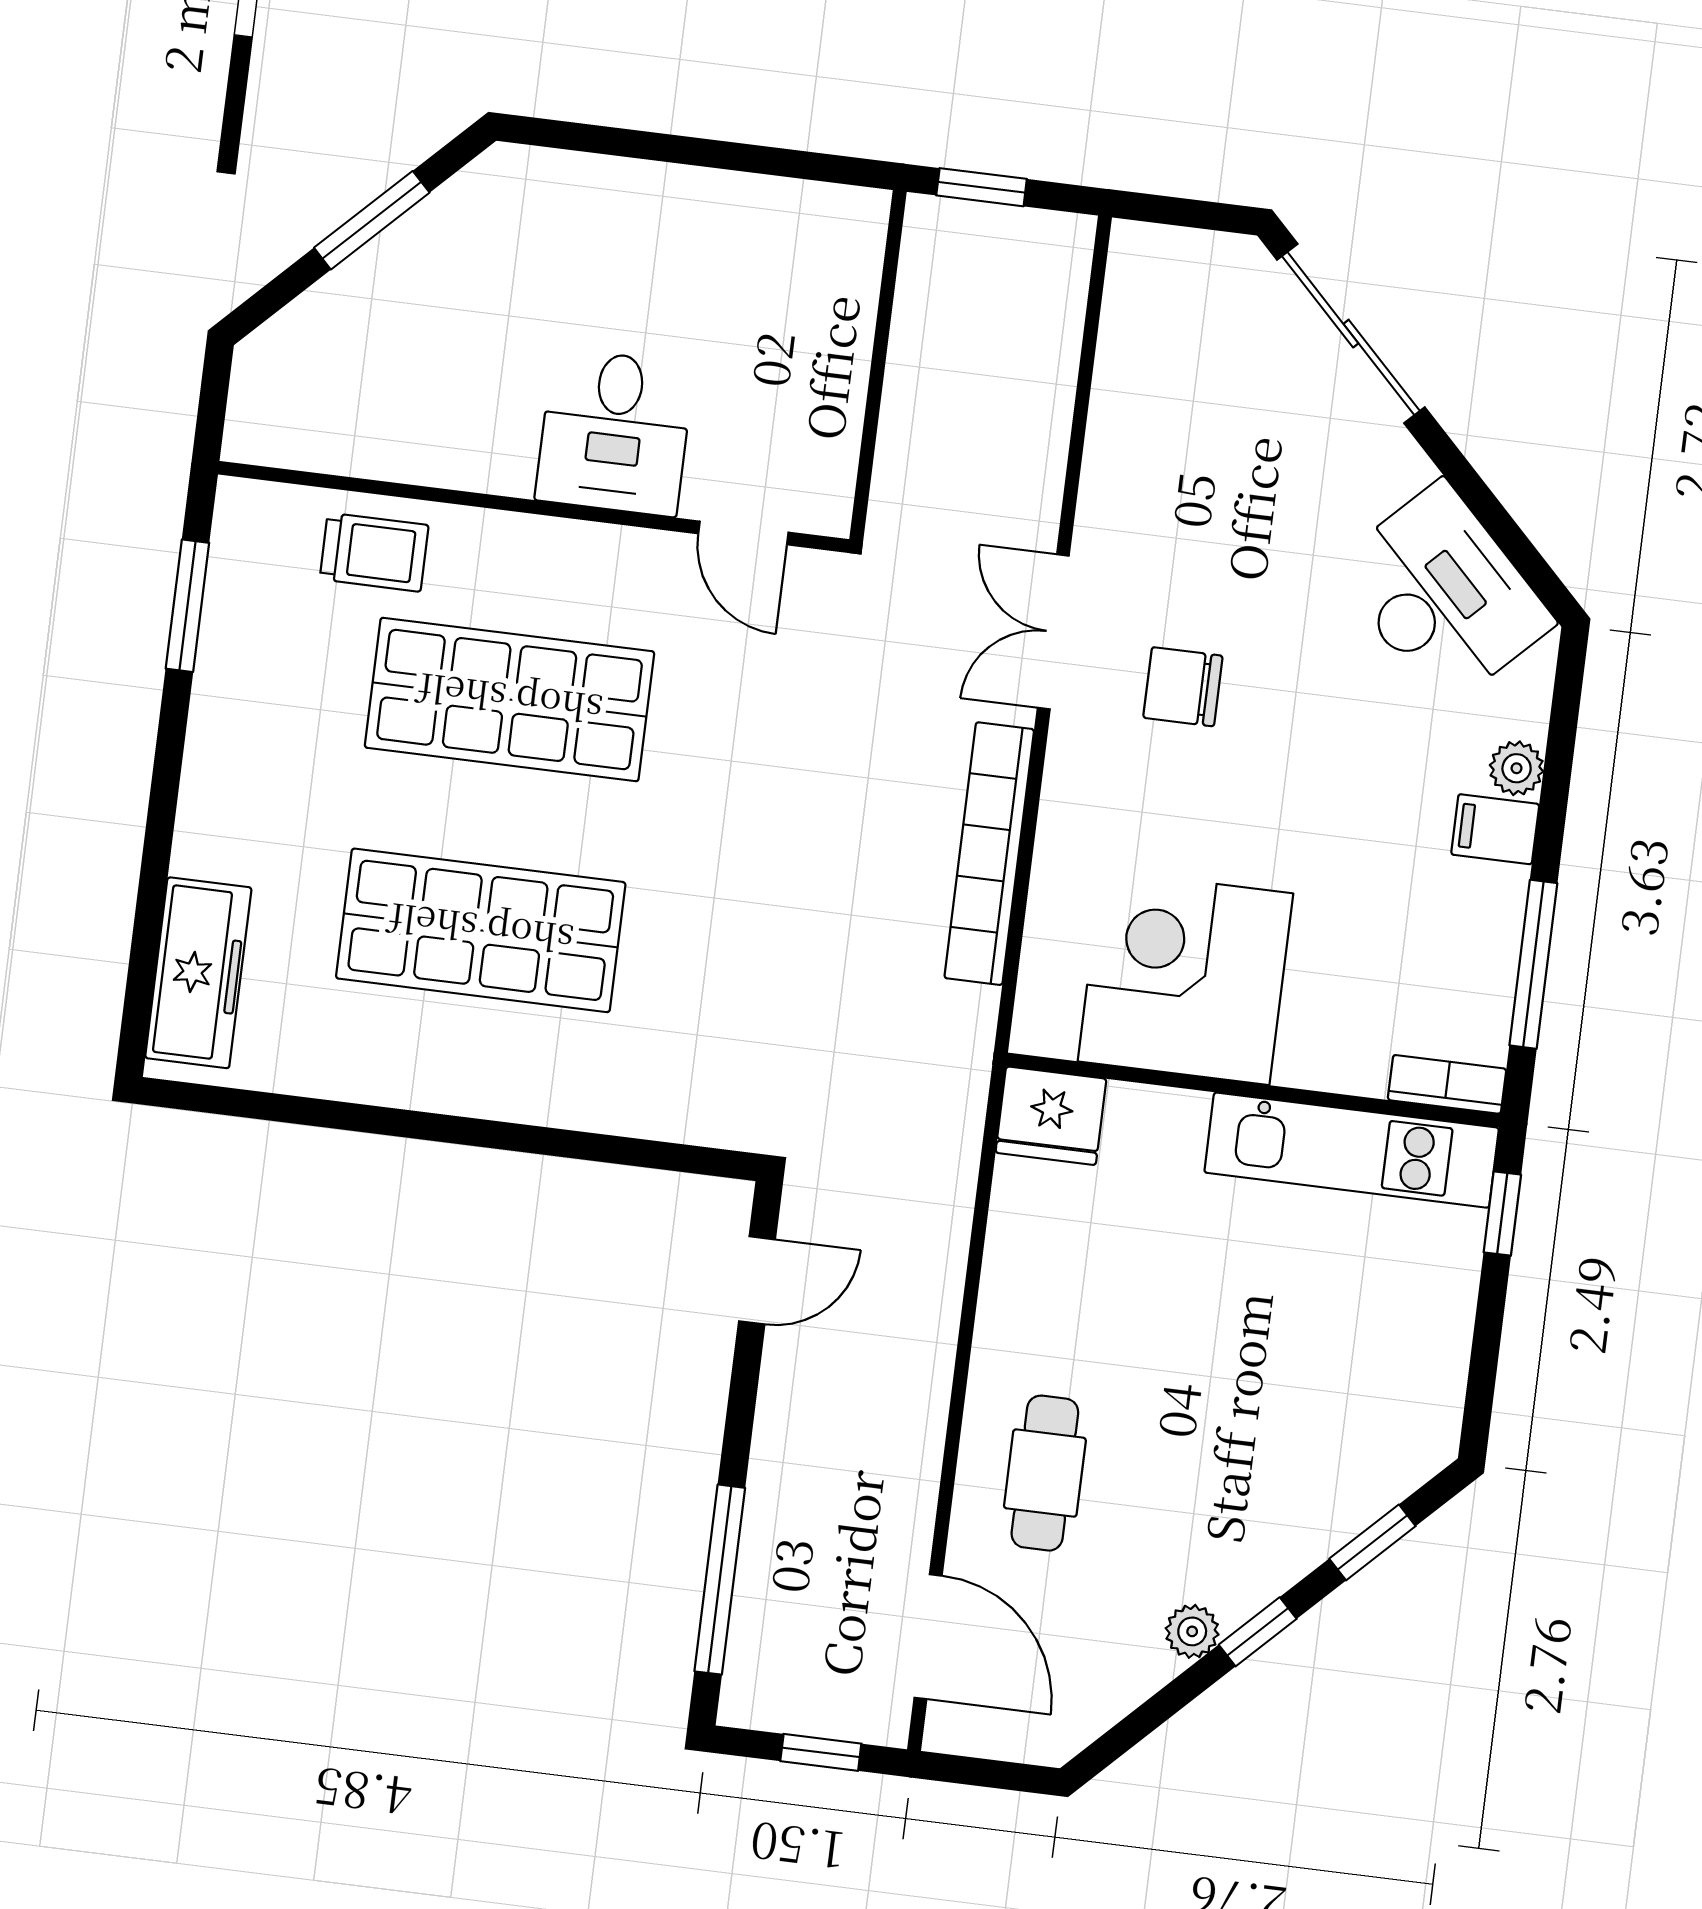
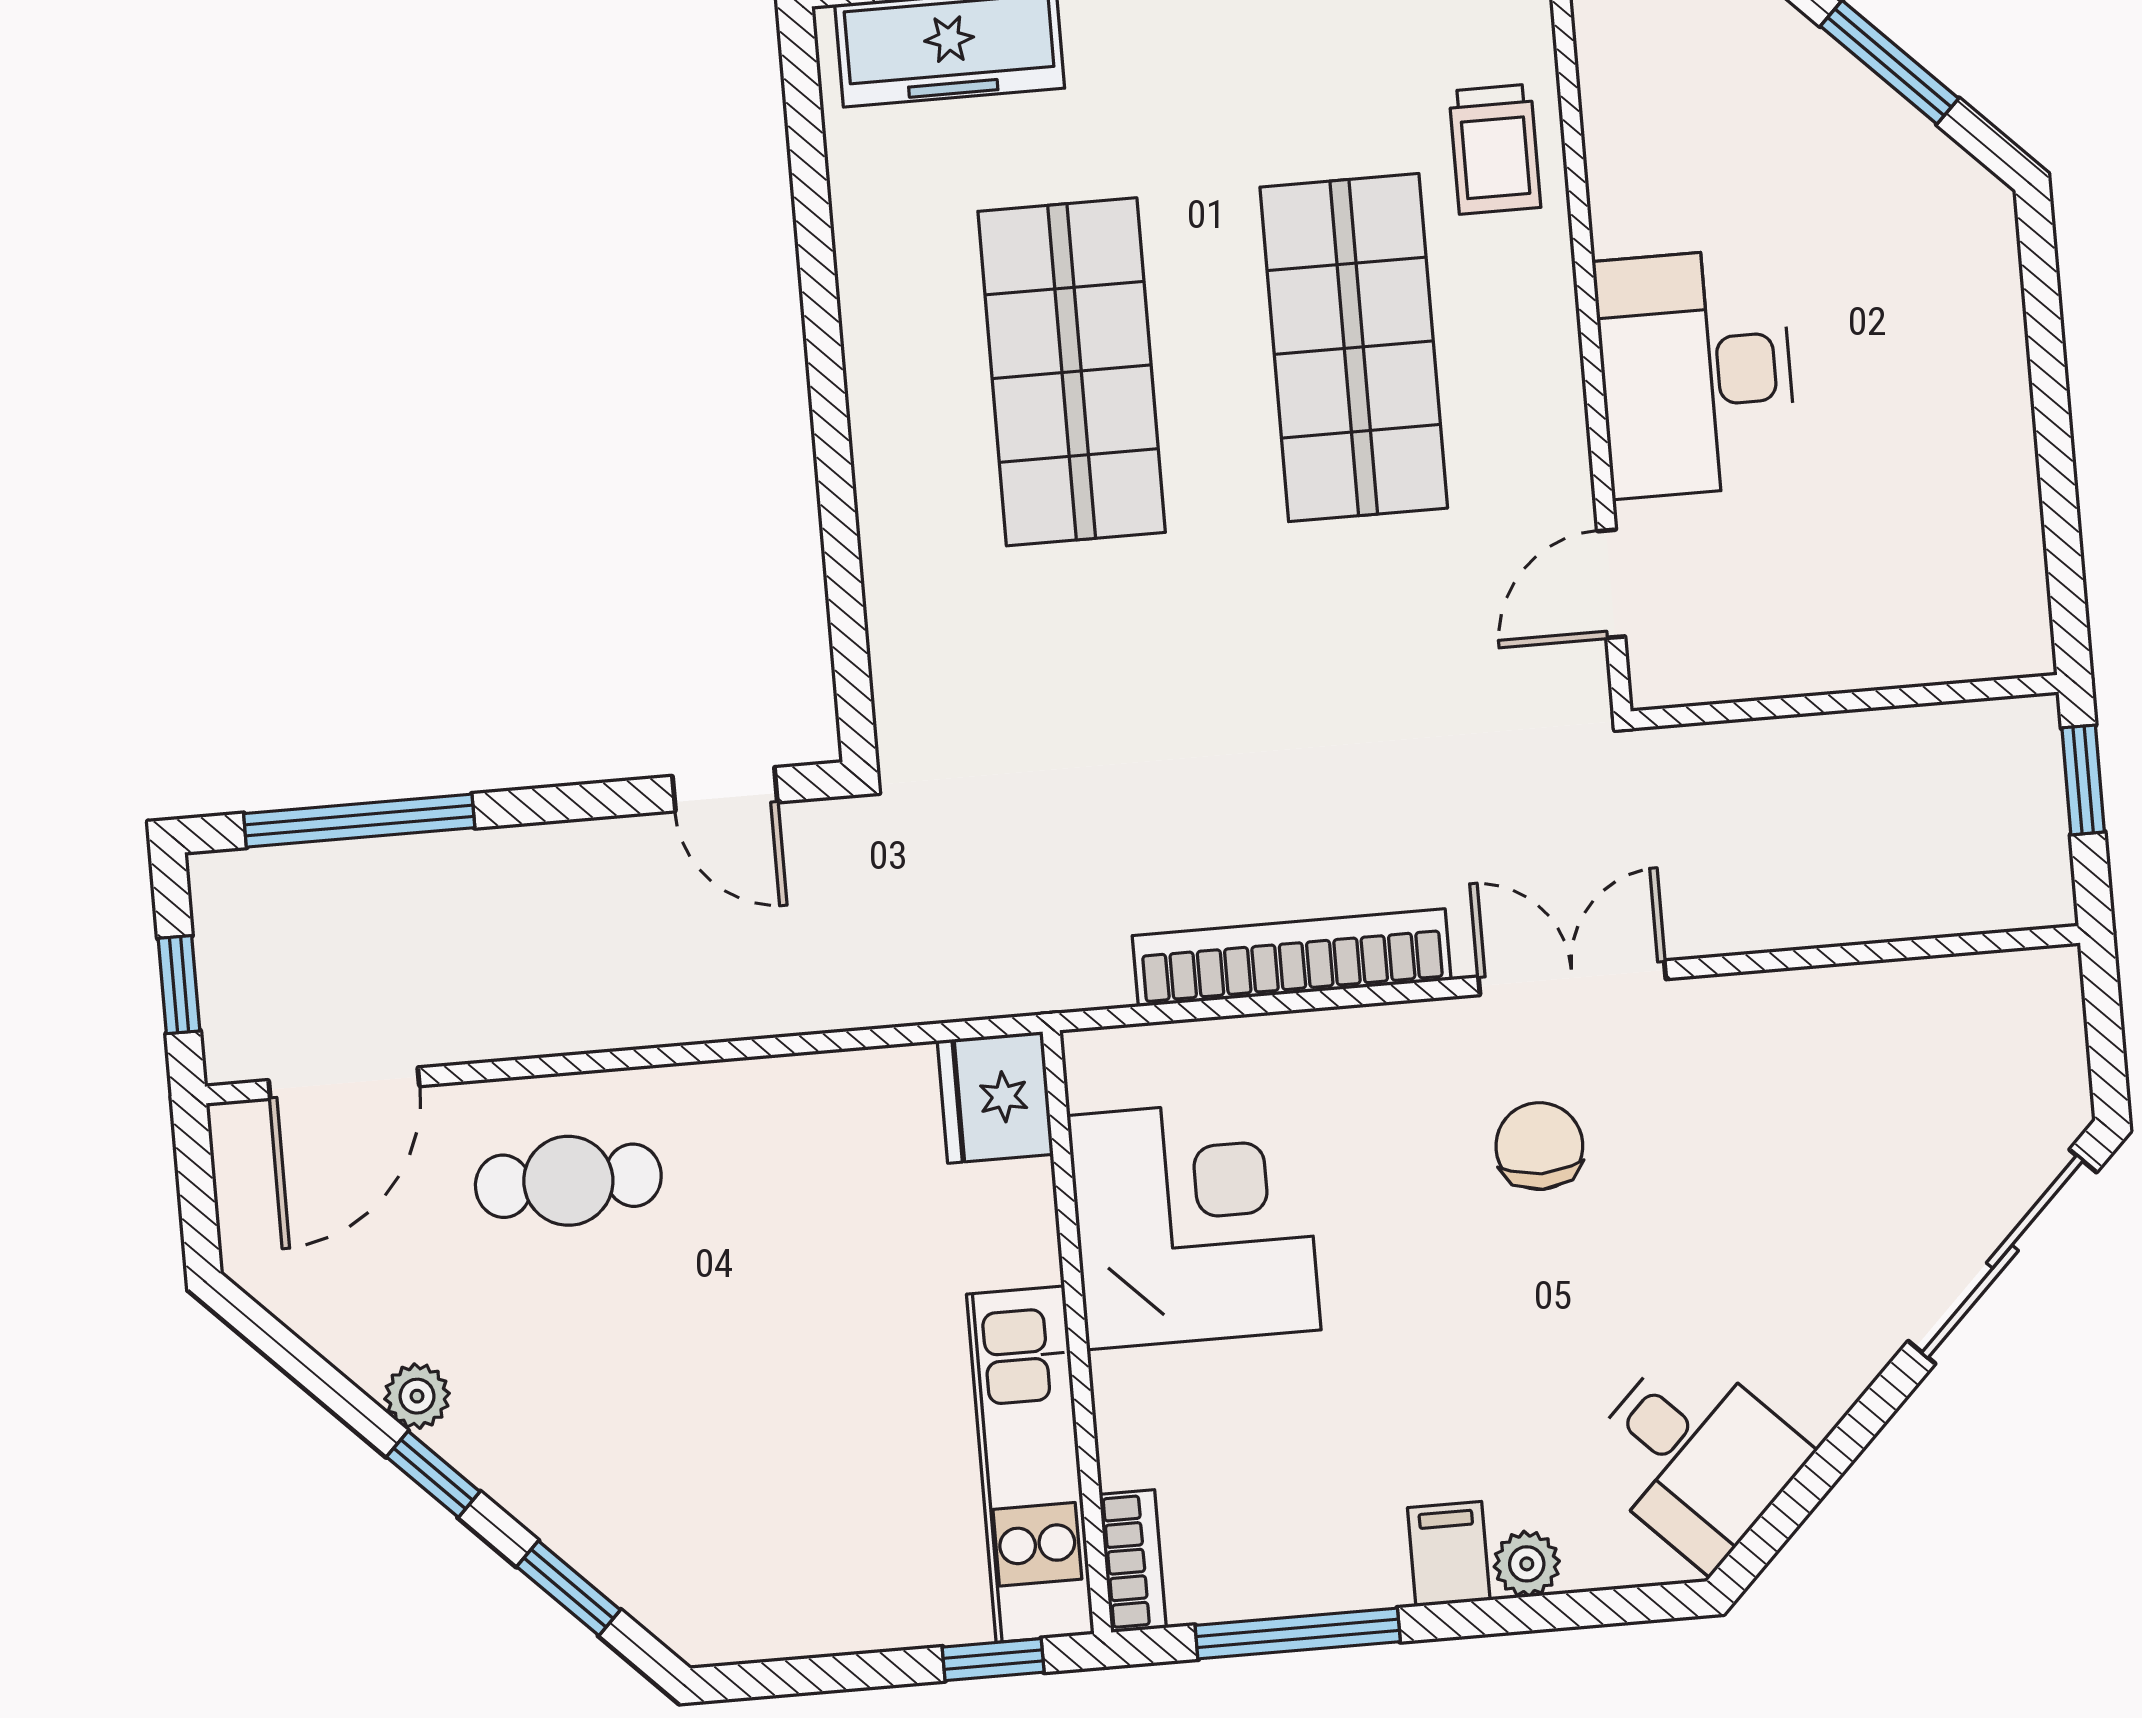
desk: (615, 432) -> (1696, 373), width x1.37
desk: (1443, 595) -> (1695, 1456), width x0.73

